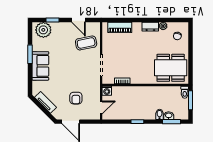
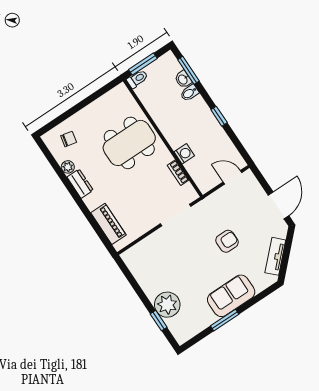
door: (79, 20) -> (135, 286), removed
plant: (43, 30) -> (167, 305), moved
coffee table: (86, 43) -> (160, 255), removed
dining table: (171, 68) -> (129, 143), moved, turned 90
washing machine: (107, 91) -> (184, 154), moved
armchair: (76, 98) -> (227, 241), moved

